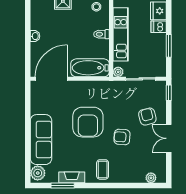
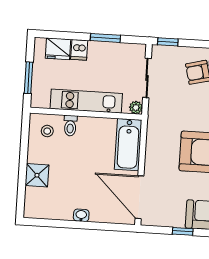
toilet: (102, 34) -> (70, 126), moved
window: (28, 113) -> (183, 231), added

